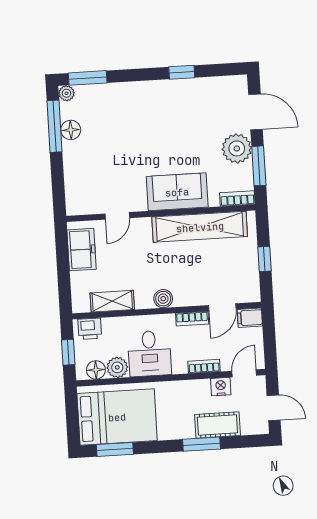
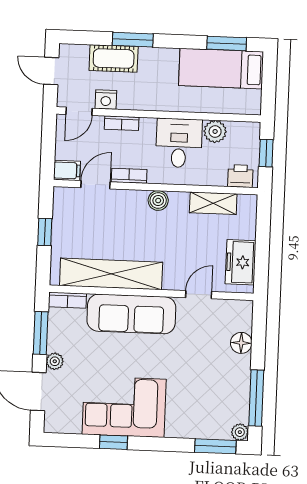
corner sofa: (175, 106) -> (124, 407), added
floor lamp: (71, 130) -> (241, 343), moved
plant: (237, 148) -> (55, 361), width x0.53, depth x0.53
sofa: (177, 192) -> (131, 314), width x1.36
floor lamp: (96, 370) -> (238, 131), removed
bed: (117, 417) -> (221, 69), width x0.67

